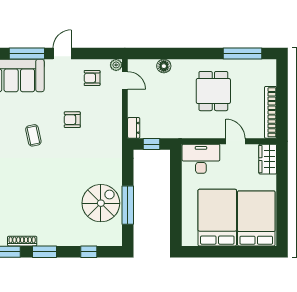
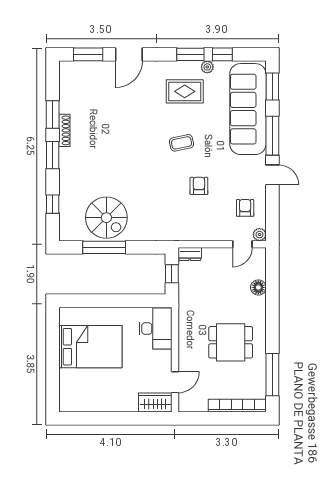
bookcase: (271, 112) -> (237, 406), moved
door: (235, 141) -> (175, 382), moved
bed: (256, 218) -> (89, 390), removed

